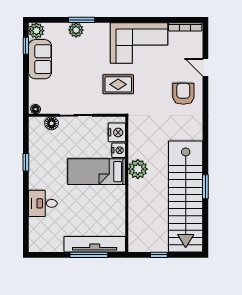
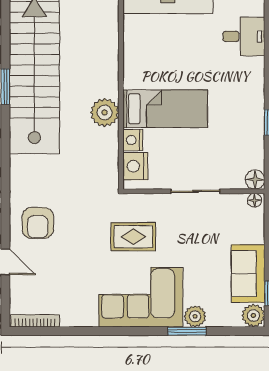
corner sofa: (139, 43) -> (141, 297), moved
floor lamp: (52, 123) -> (255, 180), moved
desk: (43, 203) -> (244, 36), moved

